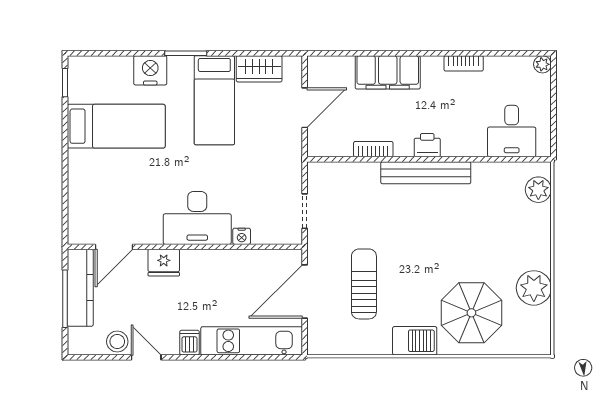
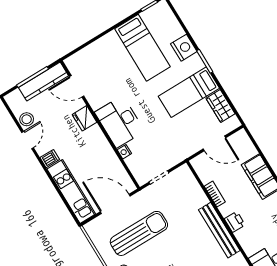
sun lounger: (364, 284) -> (139, 233), width x1.36, depth x1.34

